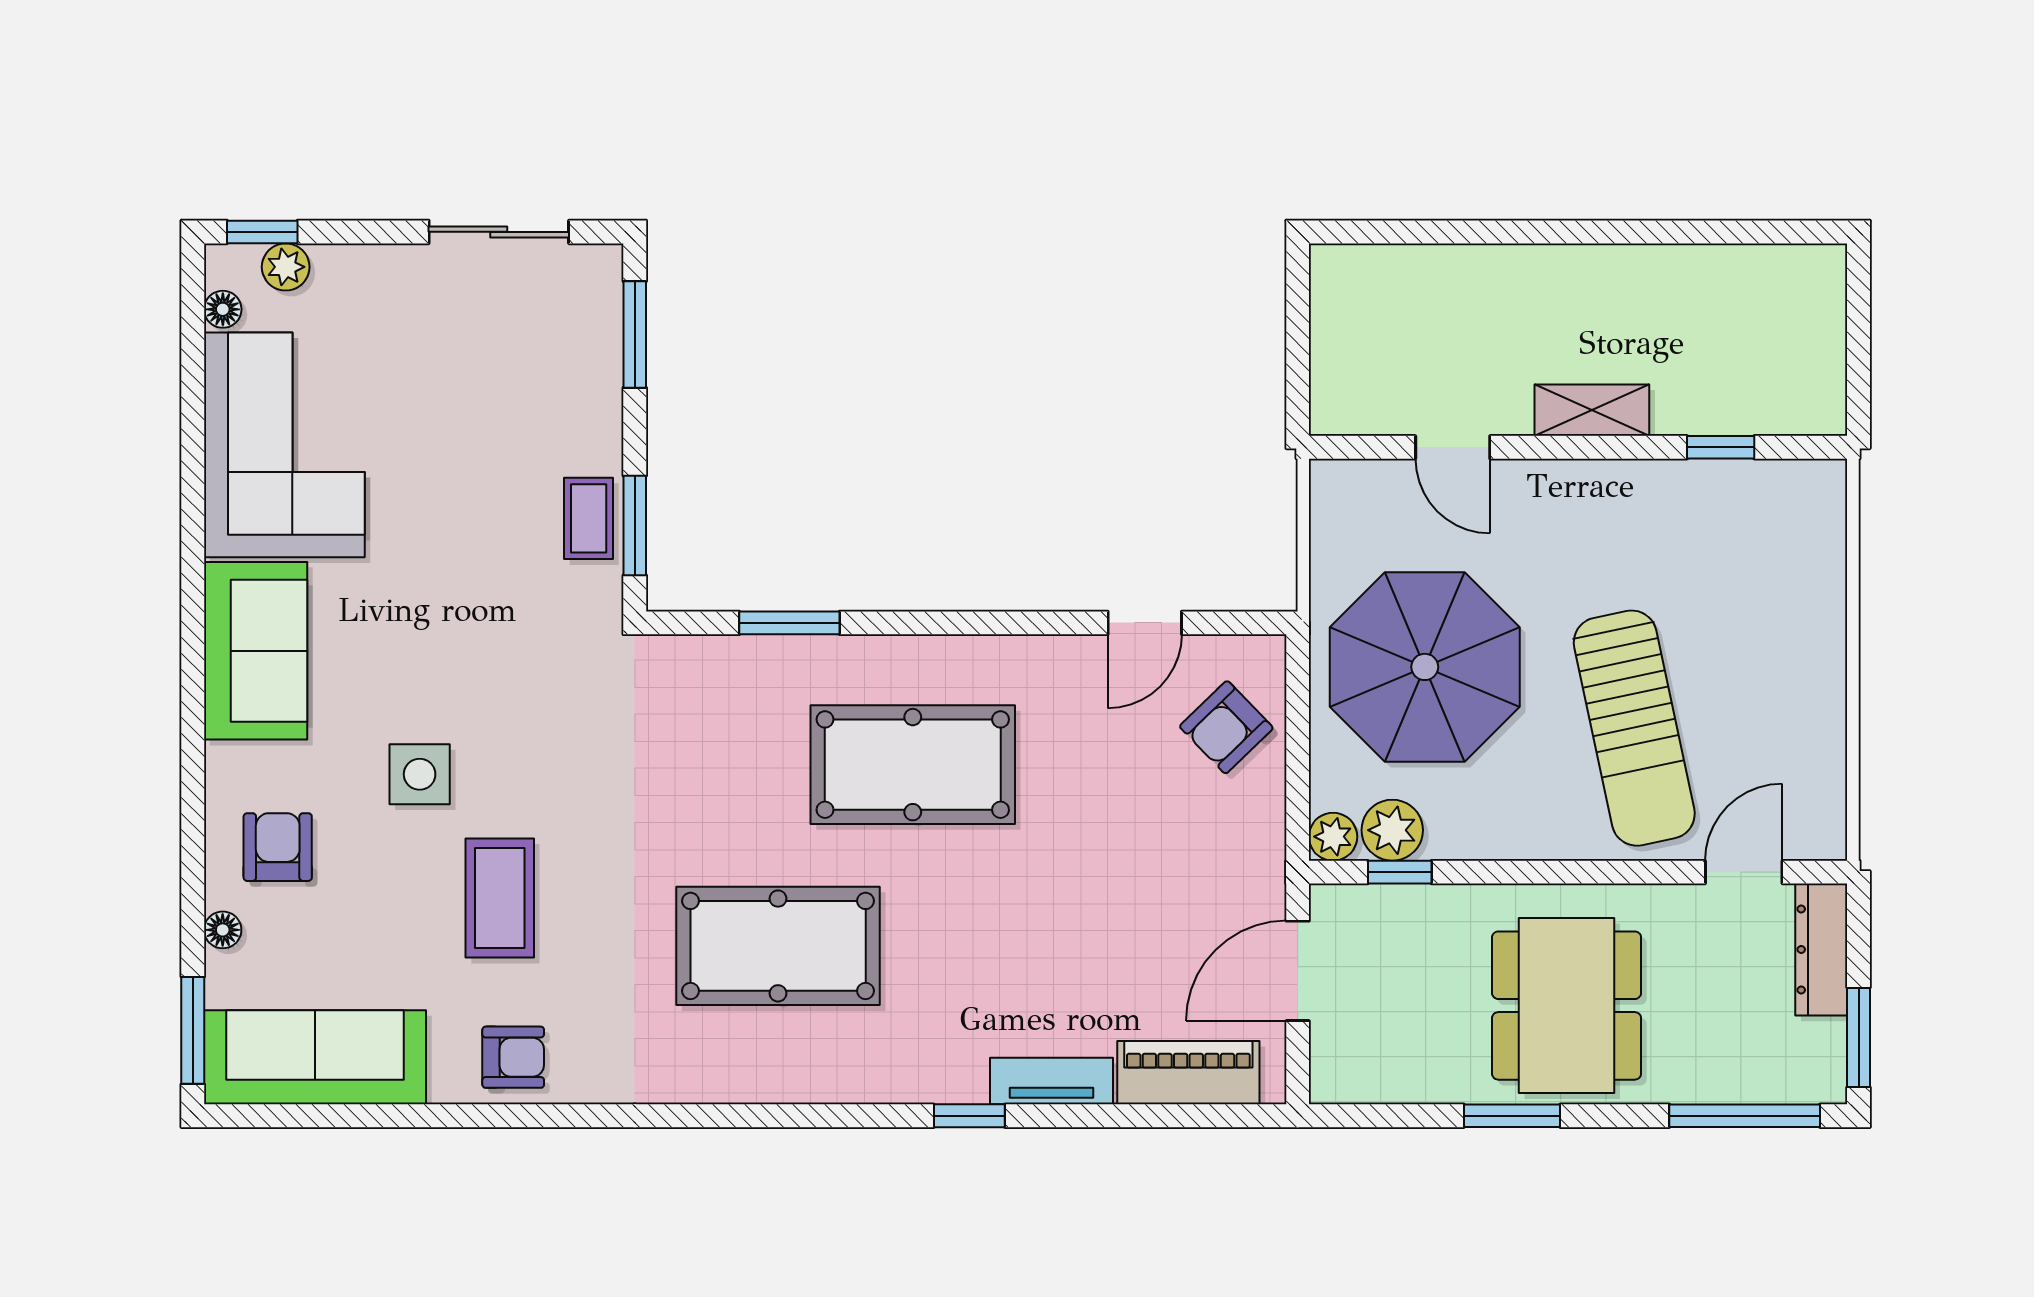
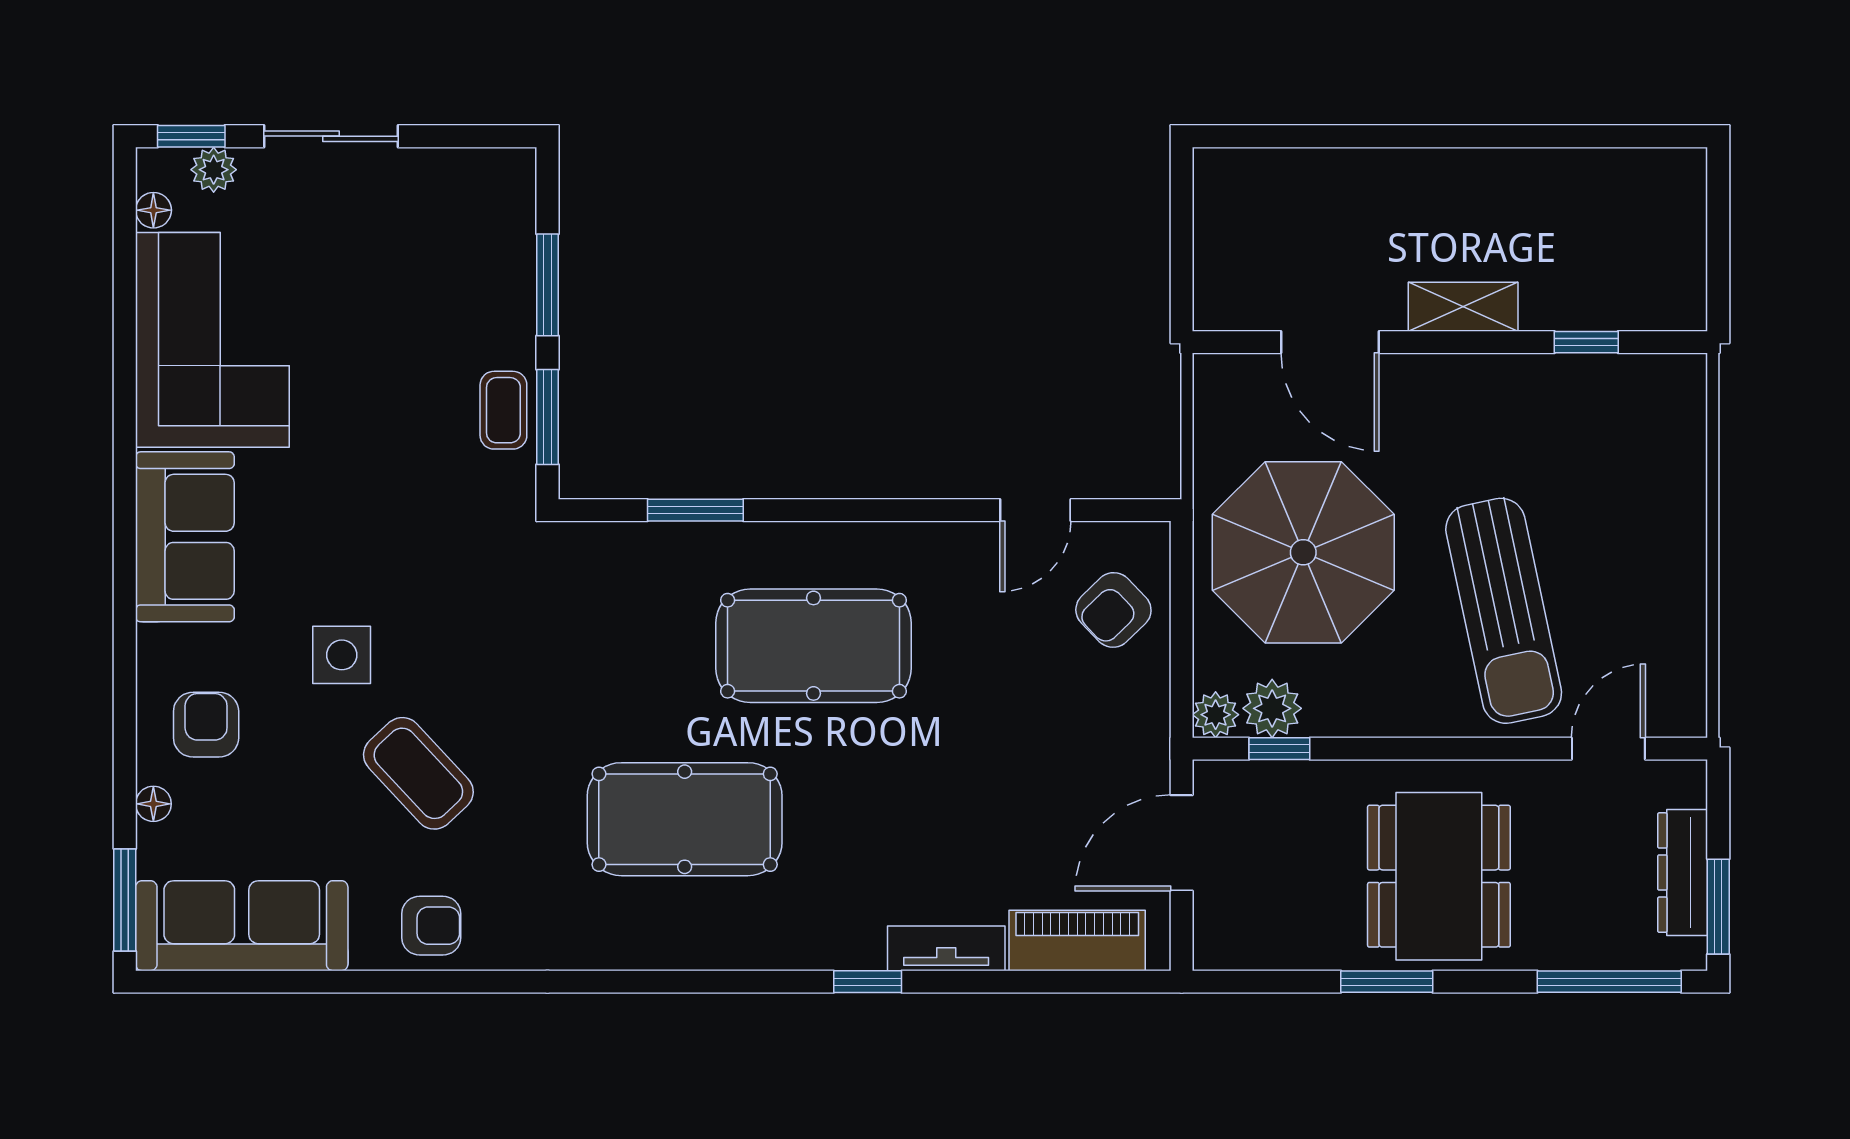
sliding door: (499, 232) -> (331, 136), moved
window: (635, 334) -> (548, 285), moved
door: (1453, 447) -> (1330, 342), width x1.38
coffee table: (500, 898) -> (418, 773), turned -43
dresser: (1821, 950) -> (1683, 873), moved

